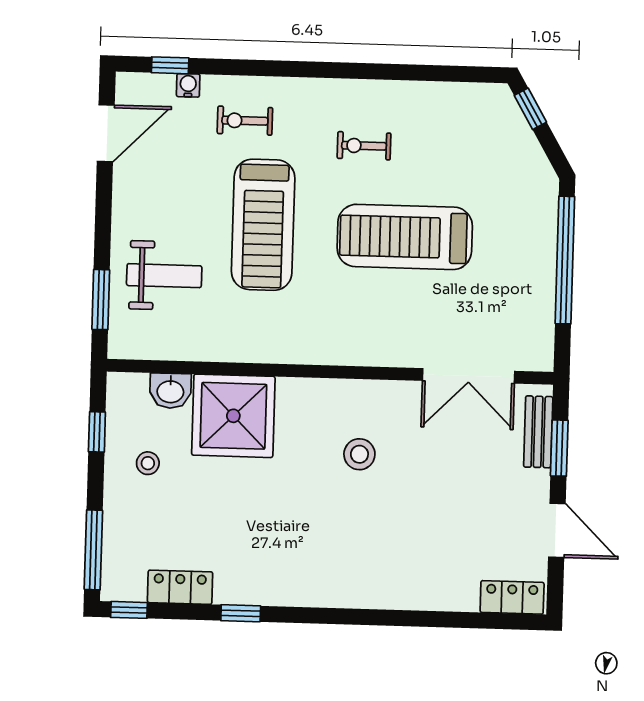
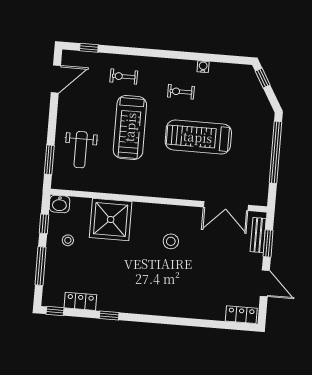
water cooler: (188, 85) -> (203, 67), moved
weight bench: (164, 276) -> (81, 150), turned 90
washbasin: (170, 391) -> (60, 204), moved
window: (93, 550) -> (40, 266), moved

